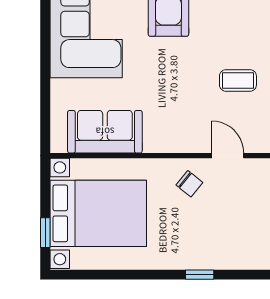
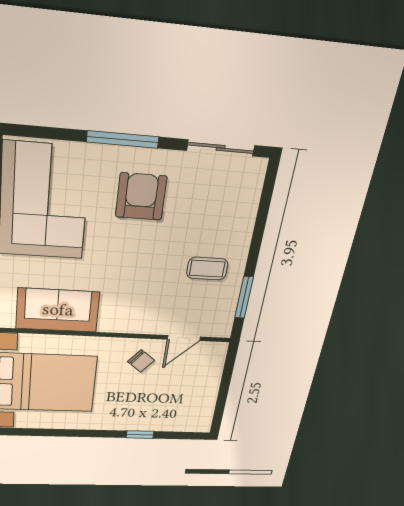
door: (228, 156) -> (184, 338), swing flipped

